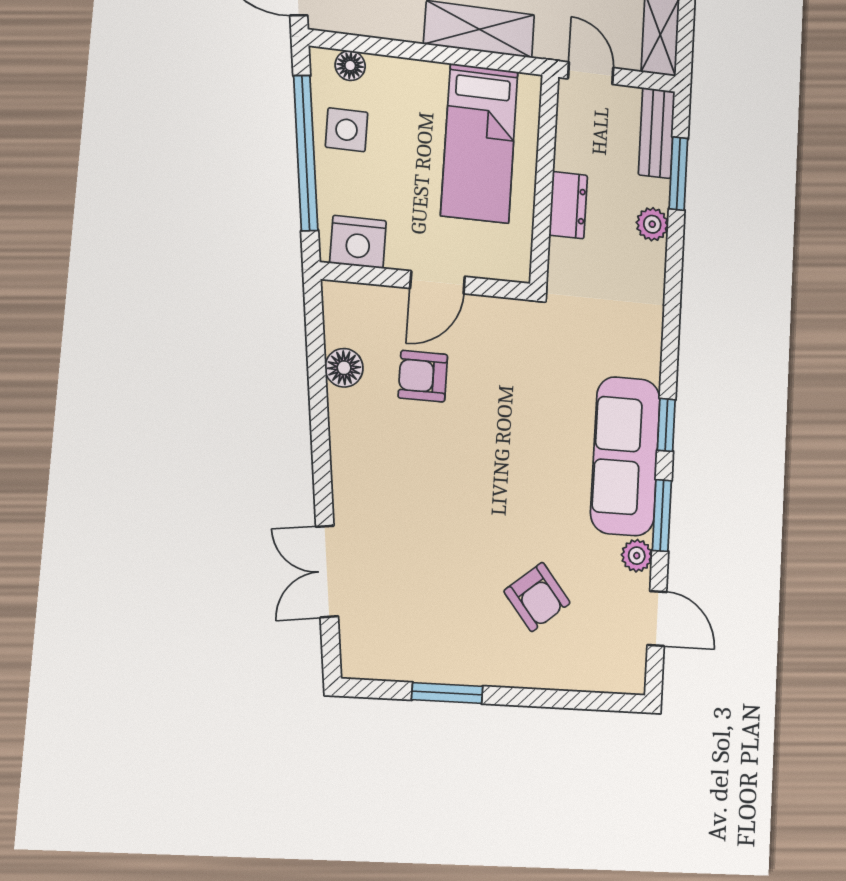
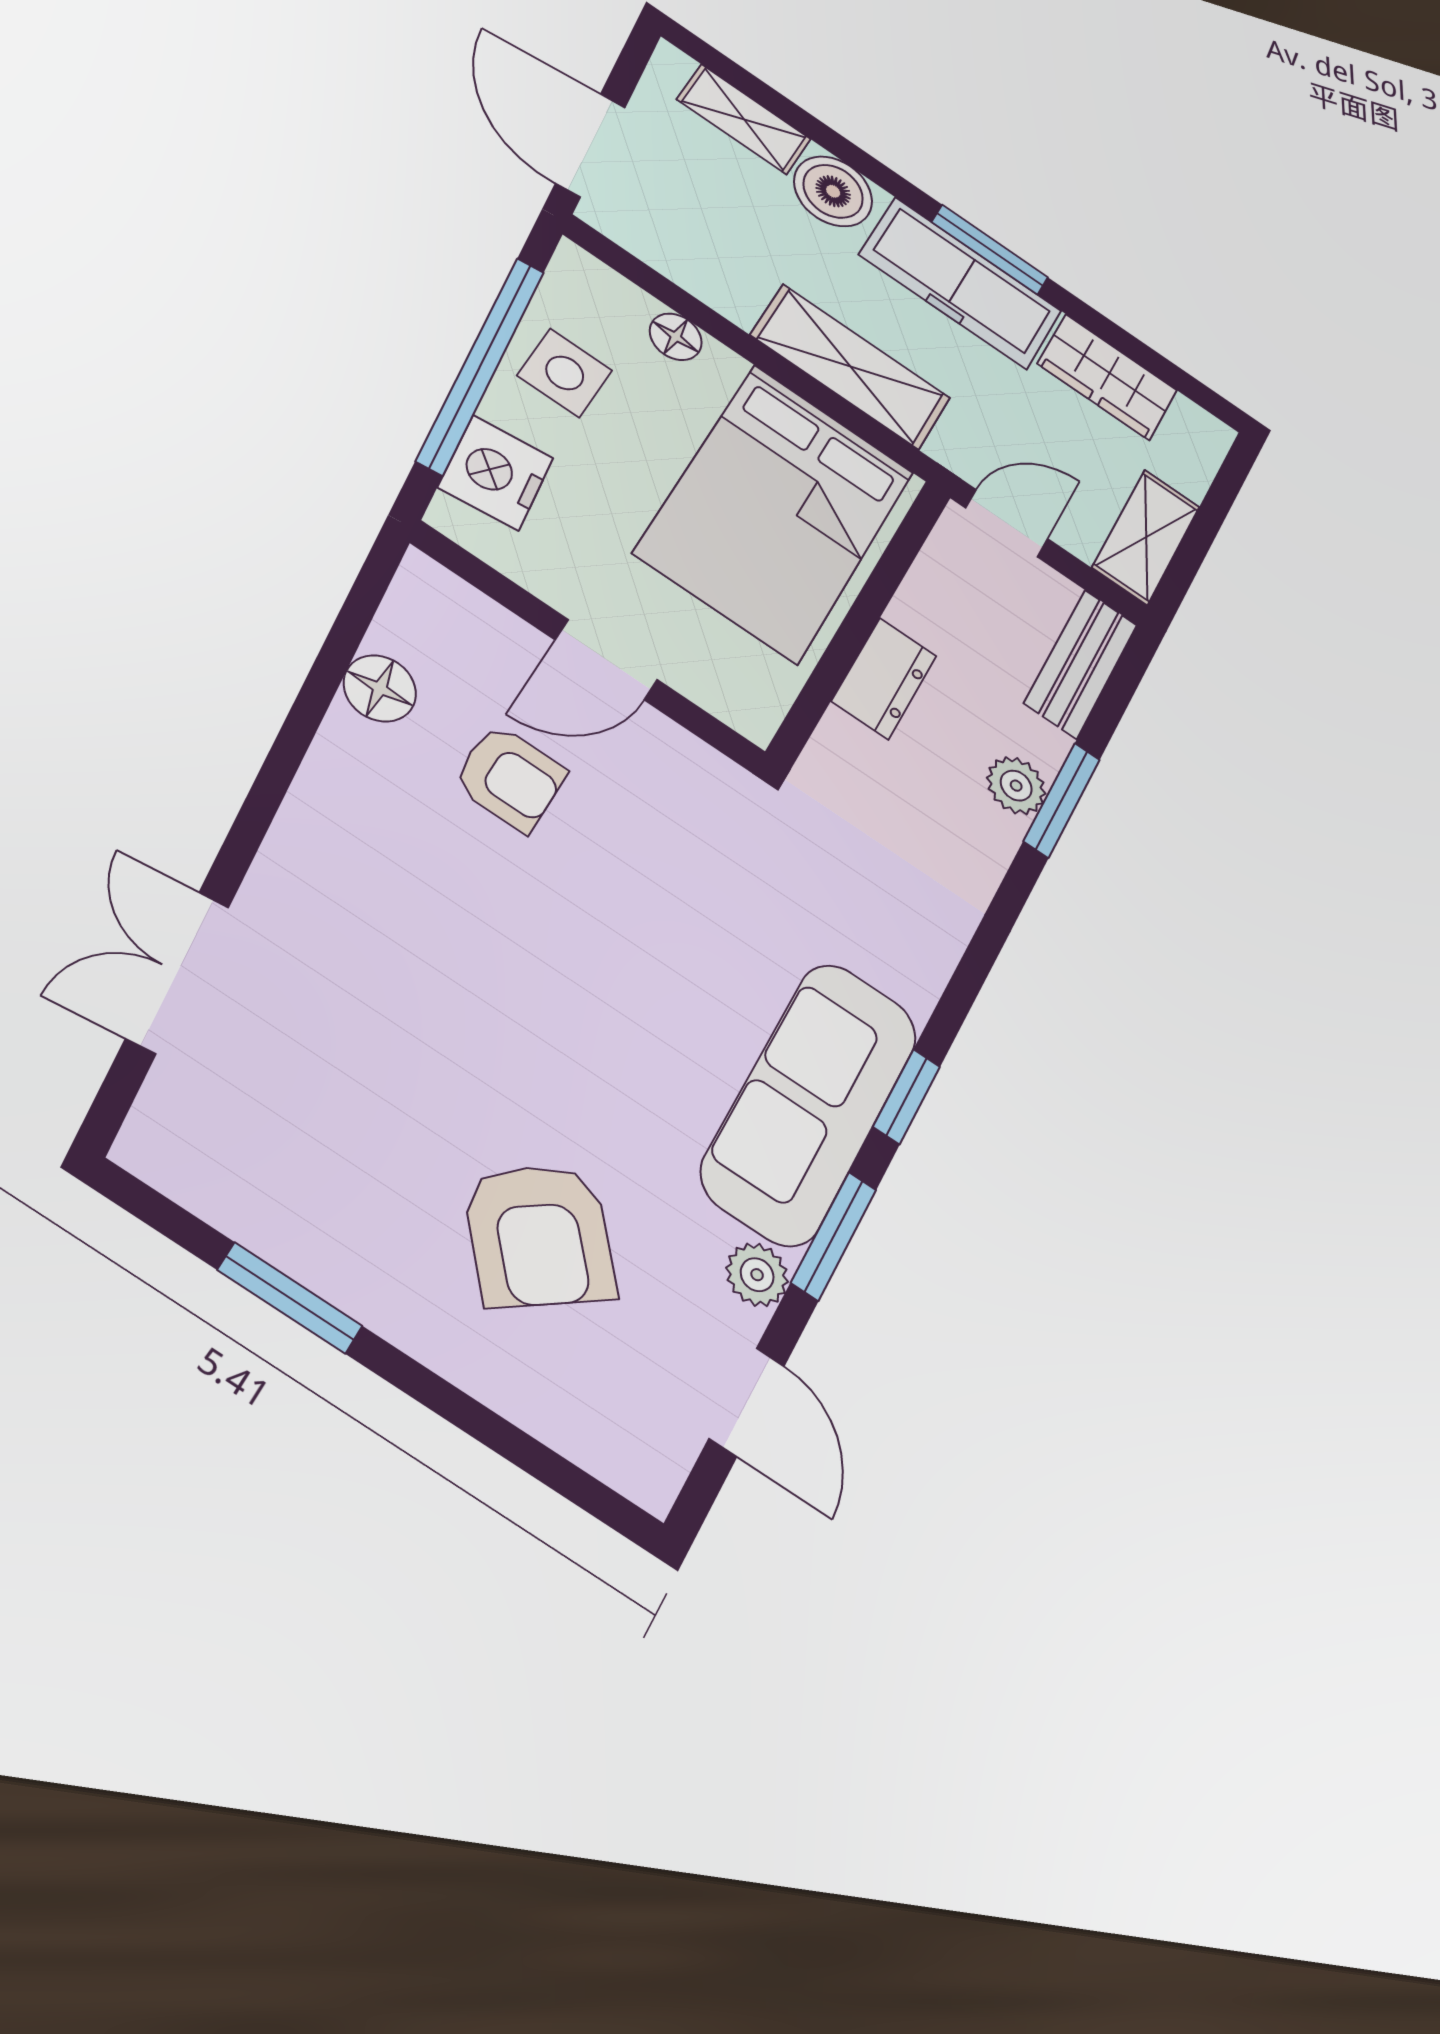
floor lamp: (350, 66) -> (676, 337), moved
door: (591, 73) -> (1007, 523), hinge flipped
bed: (479, 143) -> (776, 512), width x1.50
window: (678, 174) -> (1062, 800), moved
nightstand: (358, 242) -> (496, 473), moved, turned 83
armchair: (423, 376) -> (510, 778), turned 180
armchair: (537, 597) -> (539, 1235), width x1.38, depth x1.38

